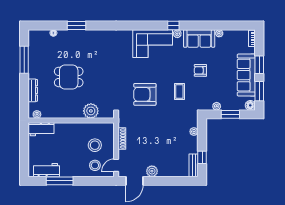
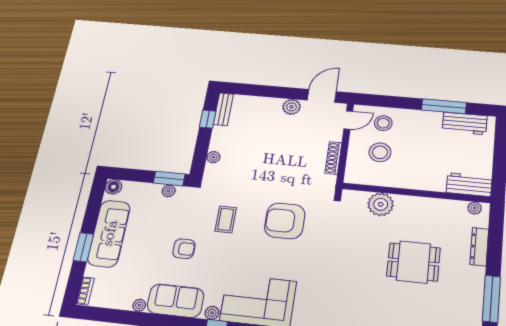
window: (259, 91) -> (94, 207), removed
armchair: (145, 94) -> (285, 221), turned 180
window: (230, 114) -> (169, 179), moved

